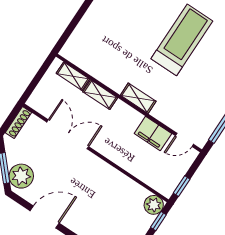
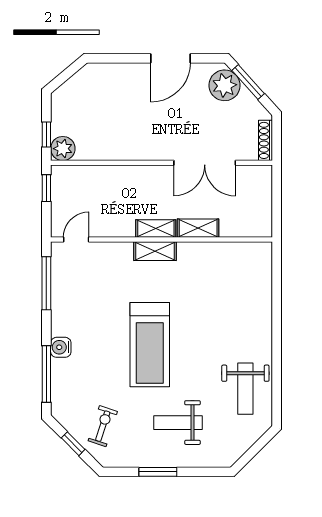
shelving: (73, 76) -> (156, 228), moved
filing cabinet: (153, 134) -> (114, 224), removed

